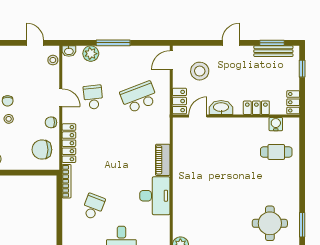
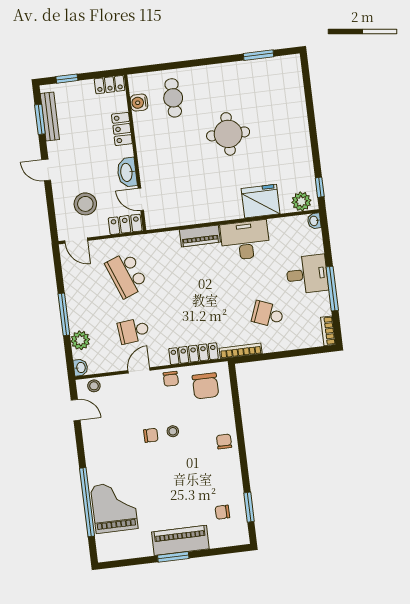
door: (35, 43) -> (76, 410), swing flipped
fridge: (185, 212) -> (261, 201), added
round table: (270, 223) -> (228, 134), moved

